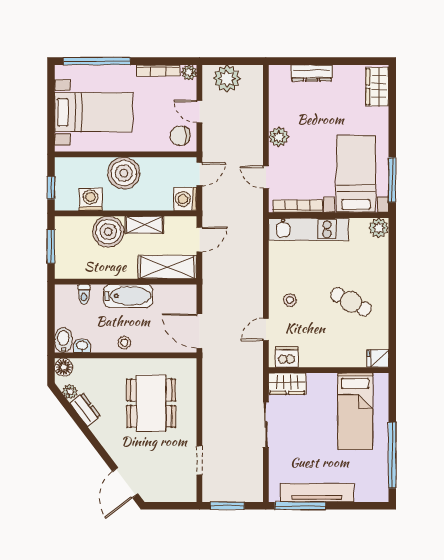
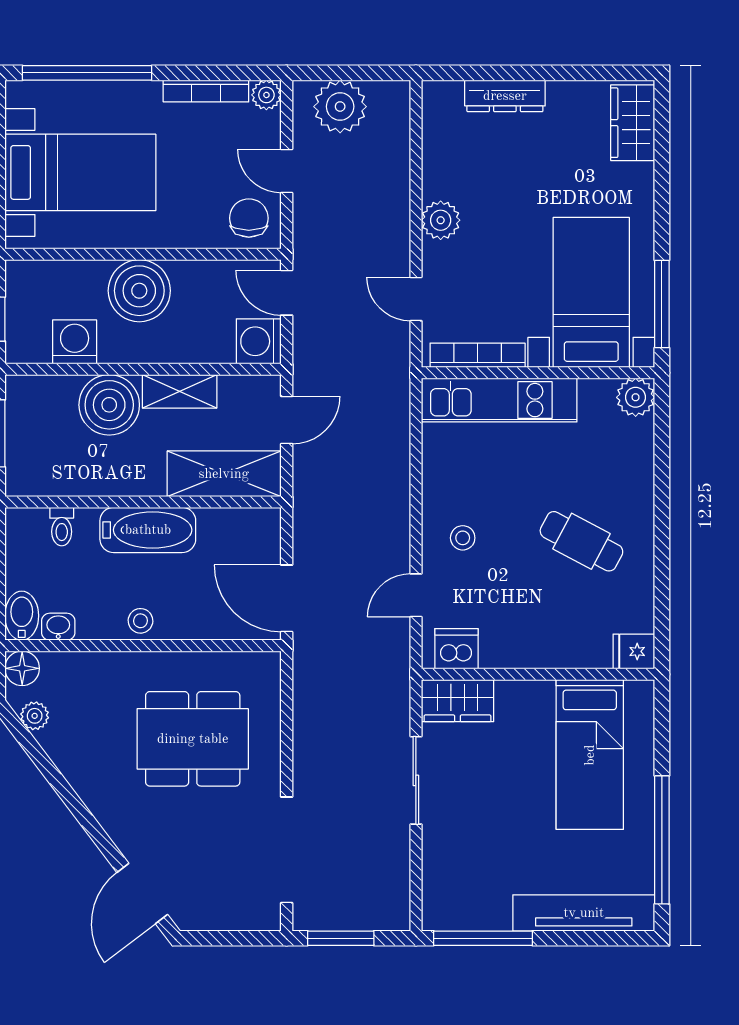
chair: (180, 136) -> (249, 218), turned 90
door: (199, 174) -> (287, 293), swing flipped
dining table: (151, 403) -> (193, 739), turned 90
dresser: (85, 410) -> (64, 751), removed
doorway: (199, 460) -> (287, 850), width x1.87
tv unit: (317, 493) -> (584, 913), moved

